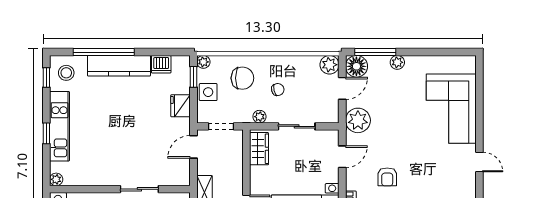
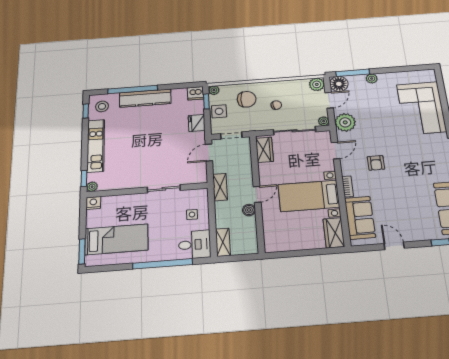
dishwasher: (161, 64) -> (195, 93), moved
plant: (259, 117) -> (324, 121), moved
sliding door: (297, 126) -> (295, 131), width x1.37
window: (46, 133) -> (84, 178), moved

